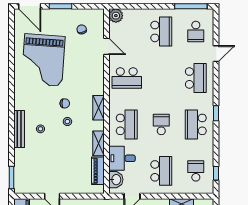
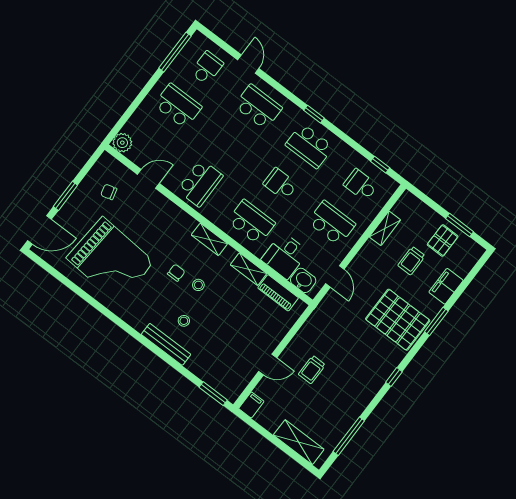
school desk: (196, 31) -> (207, 68), turned -90

